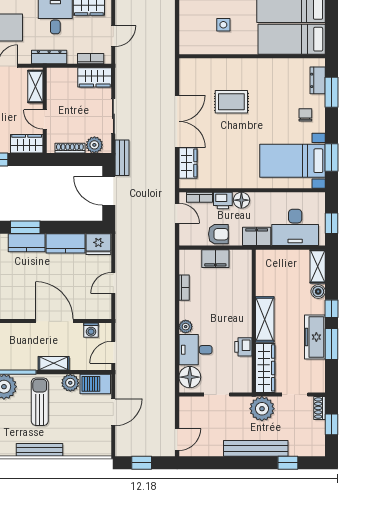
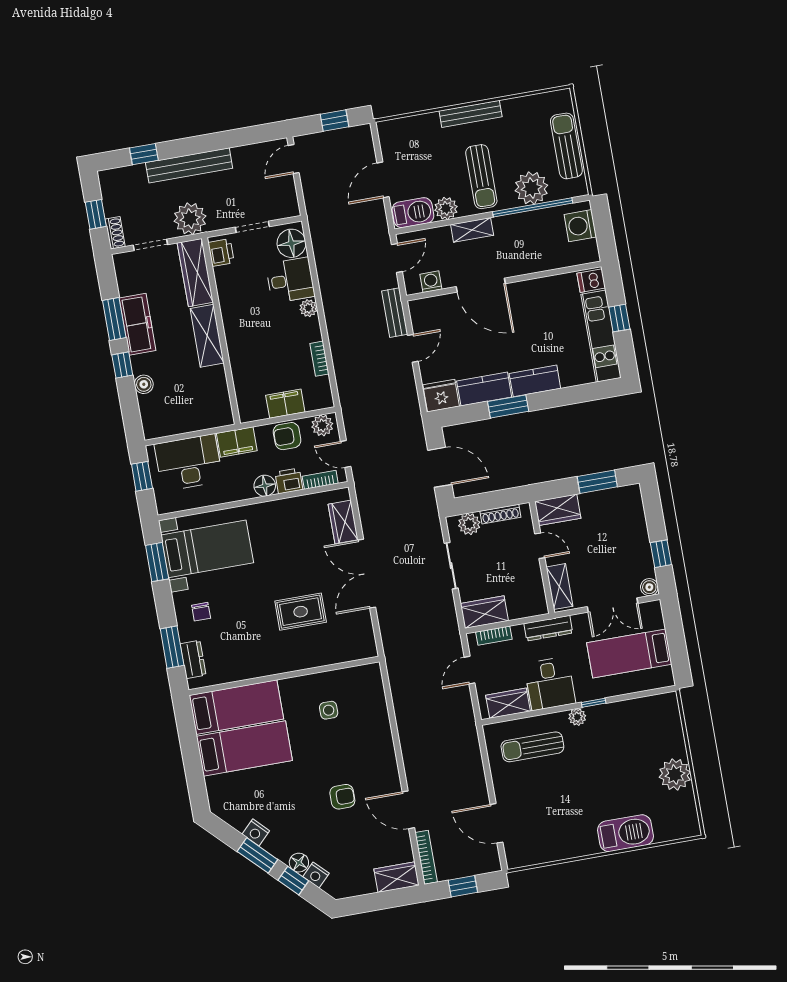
bench: (122, 158) -> (395, 313), moved
window: (25, 227) -> (508, 406), moved
plant: (191, 238) -> (322, 425), added
shelving: (318, 266) -> (150, 417), removed
printer: (243, 347) -> (221, 253), moved

